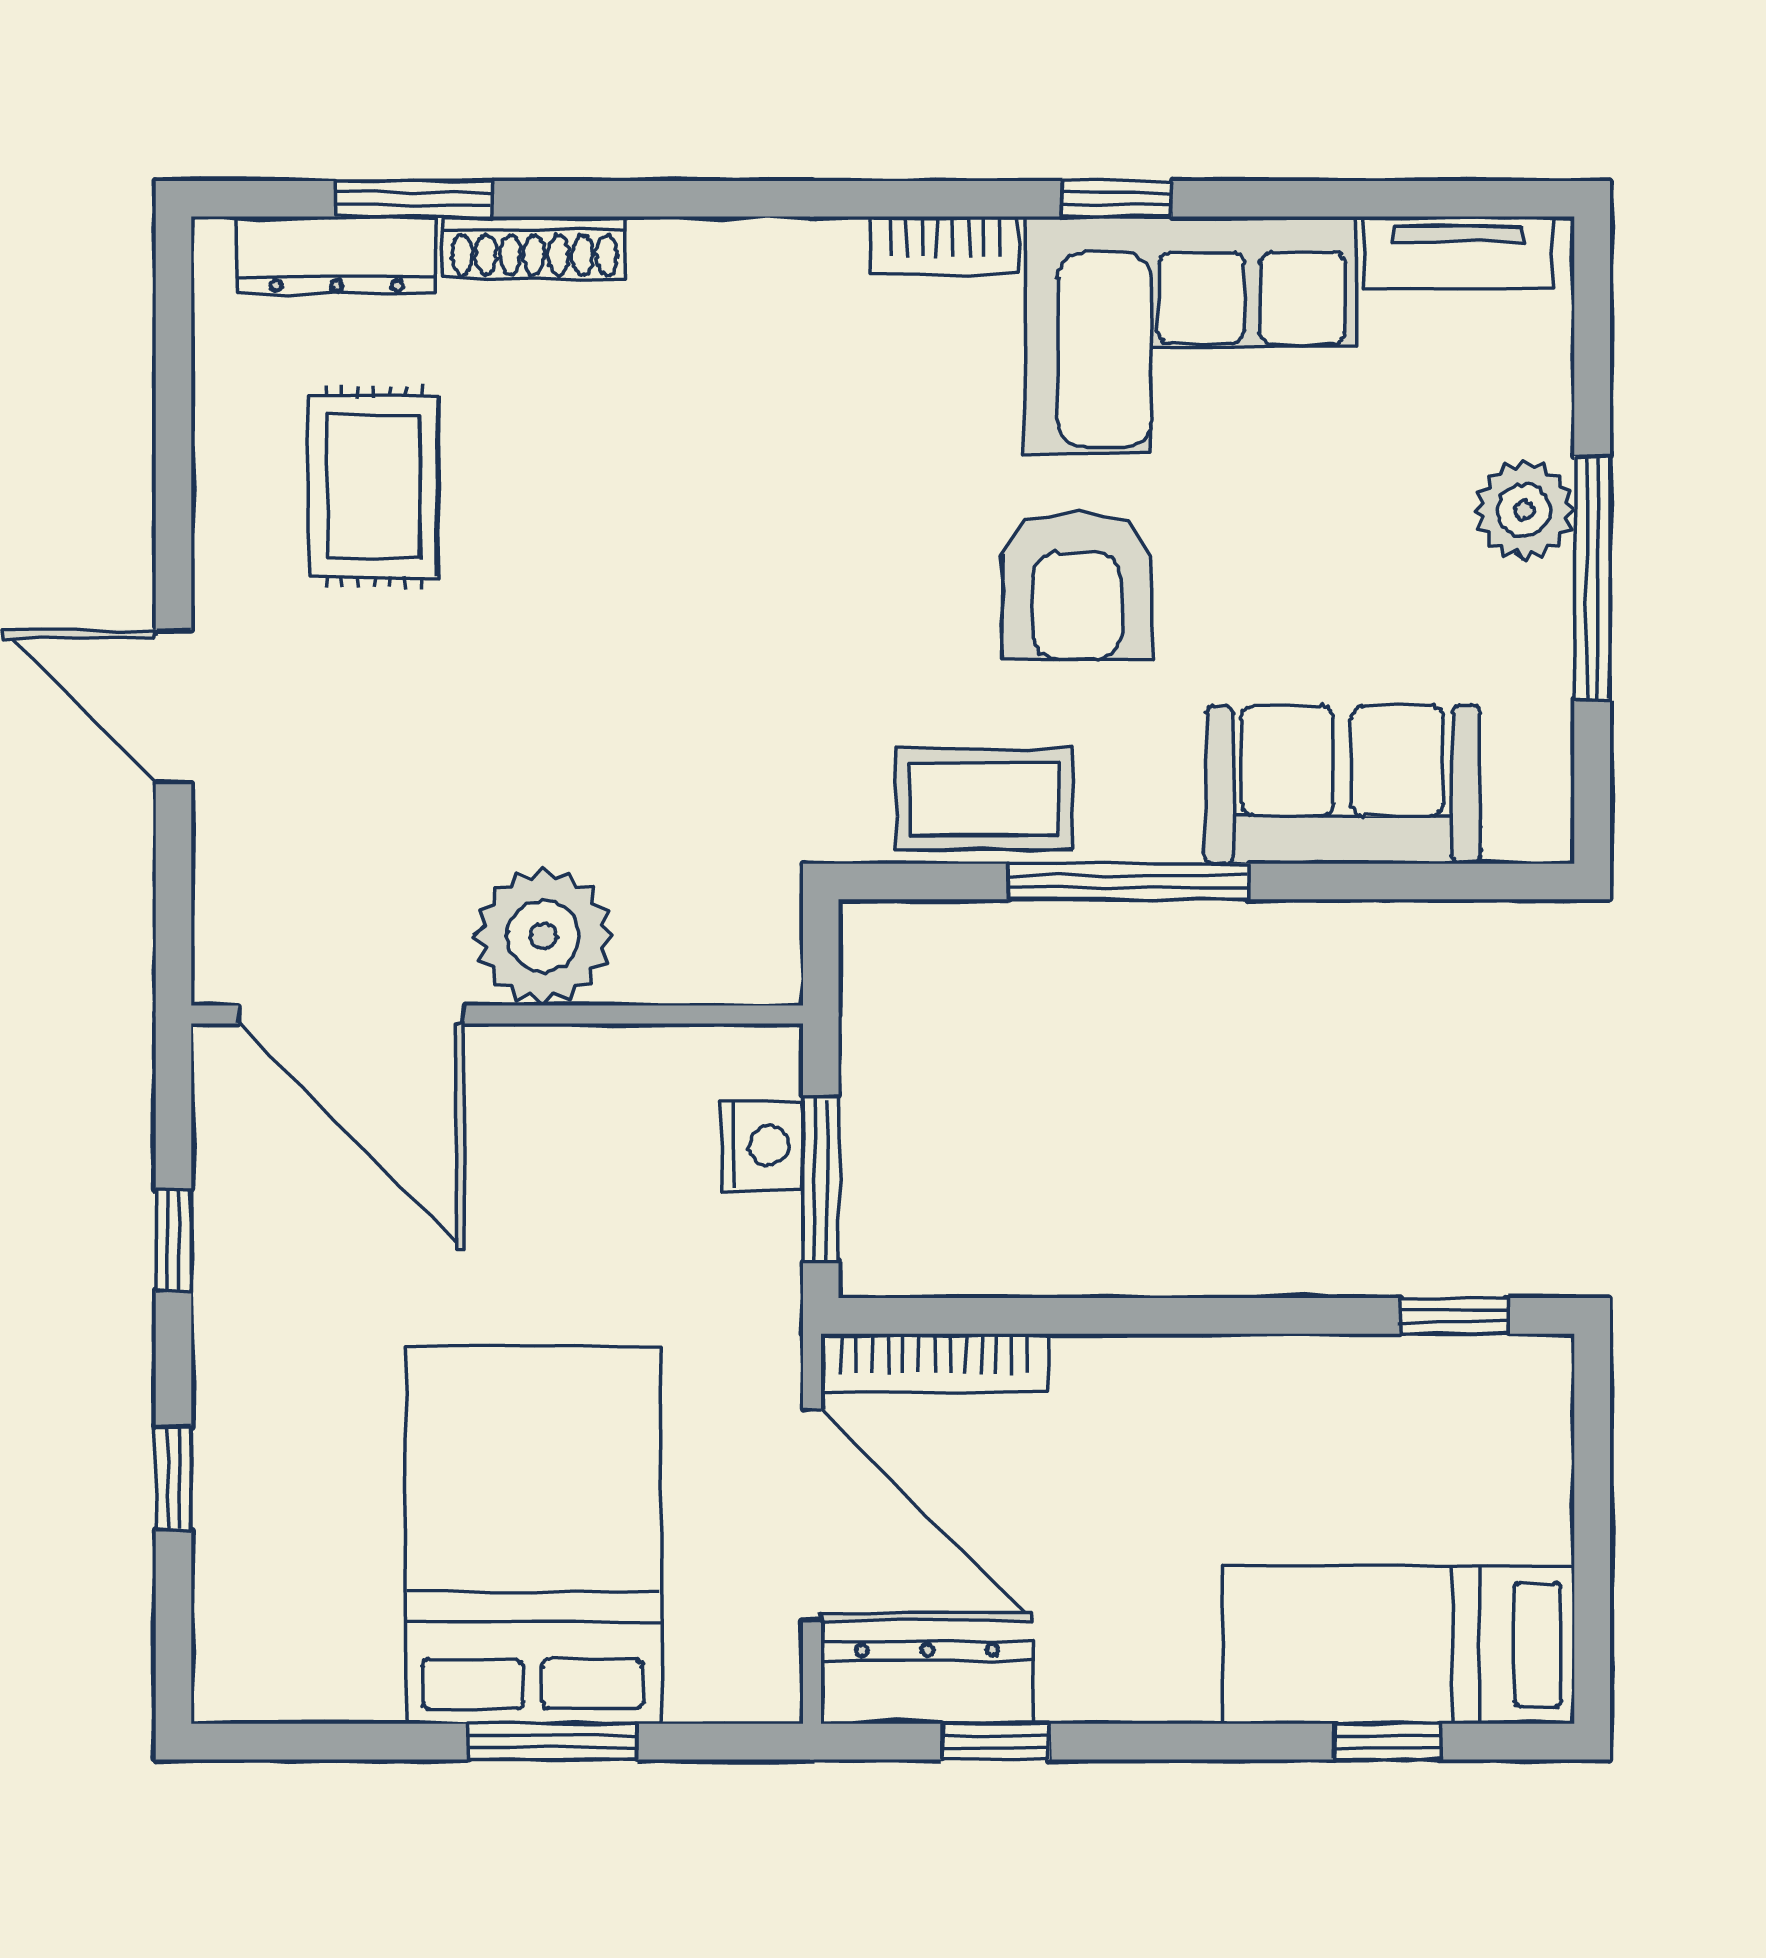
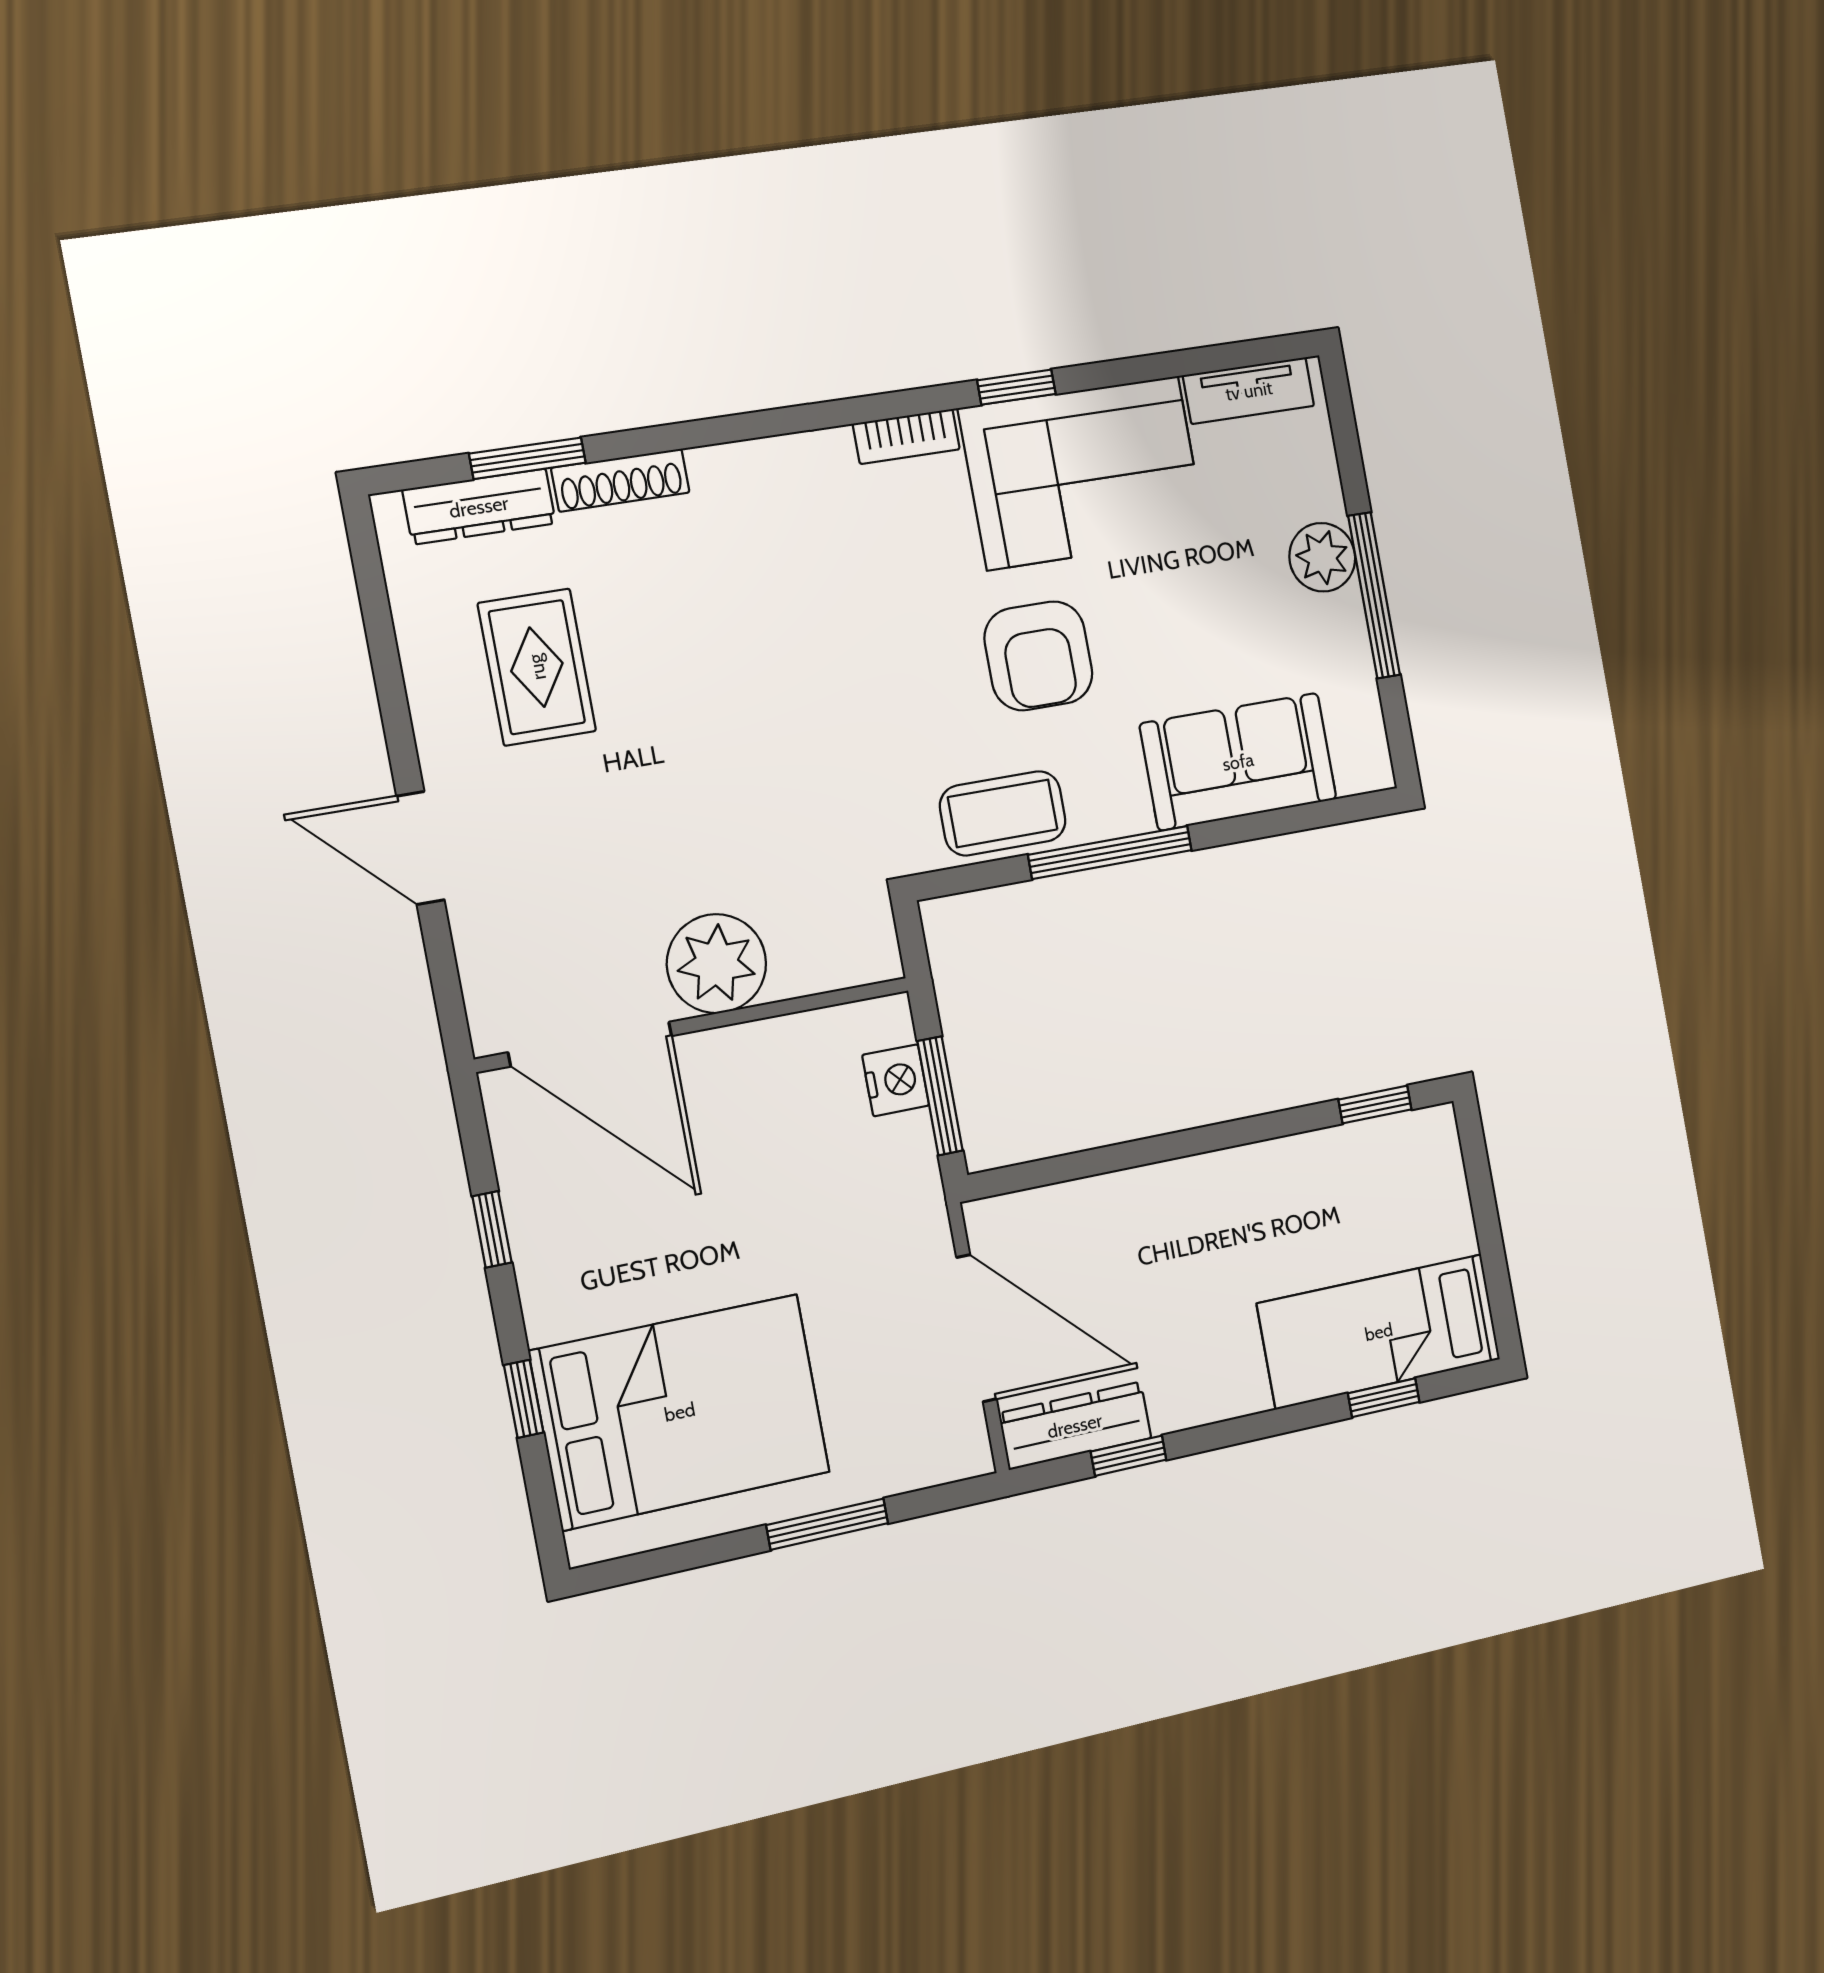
bookcase: (935, 1363) -> (1040, 1206), removed
bed: (533, 1535) -> (680, 1412), moved, turned 90

